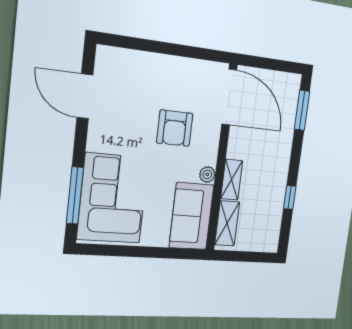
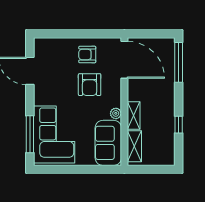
armchair: (177, 82) -> (87, 55), added
window: (302, 110) -> (179, 62), width x1.44

